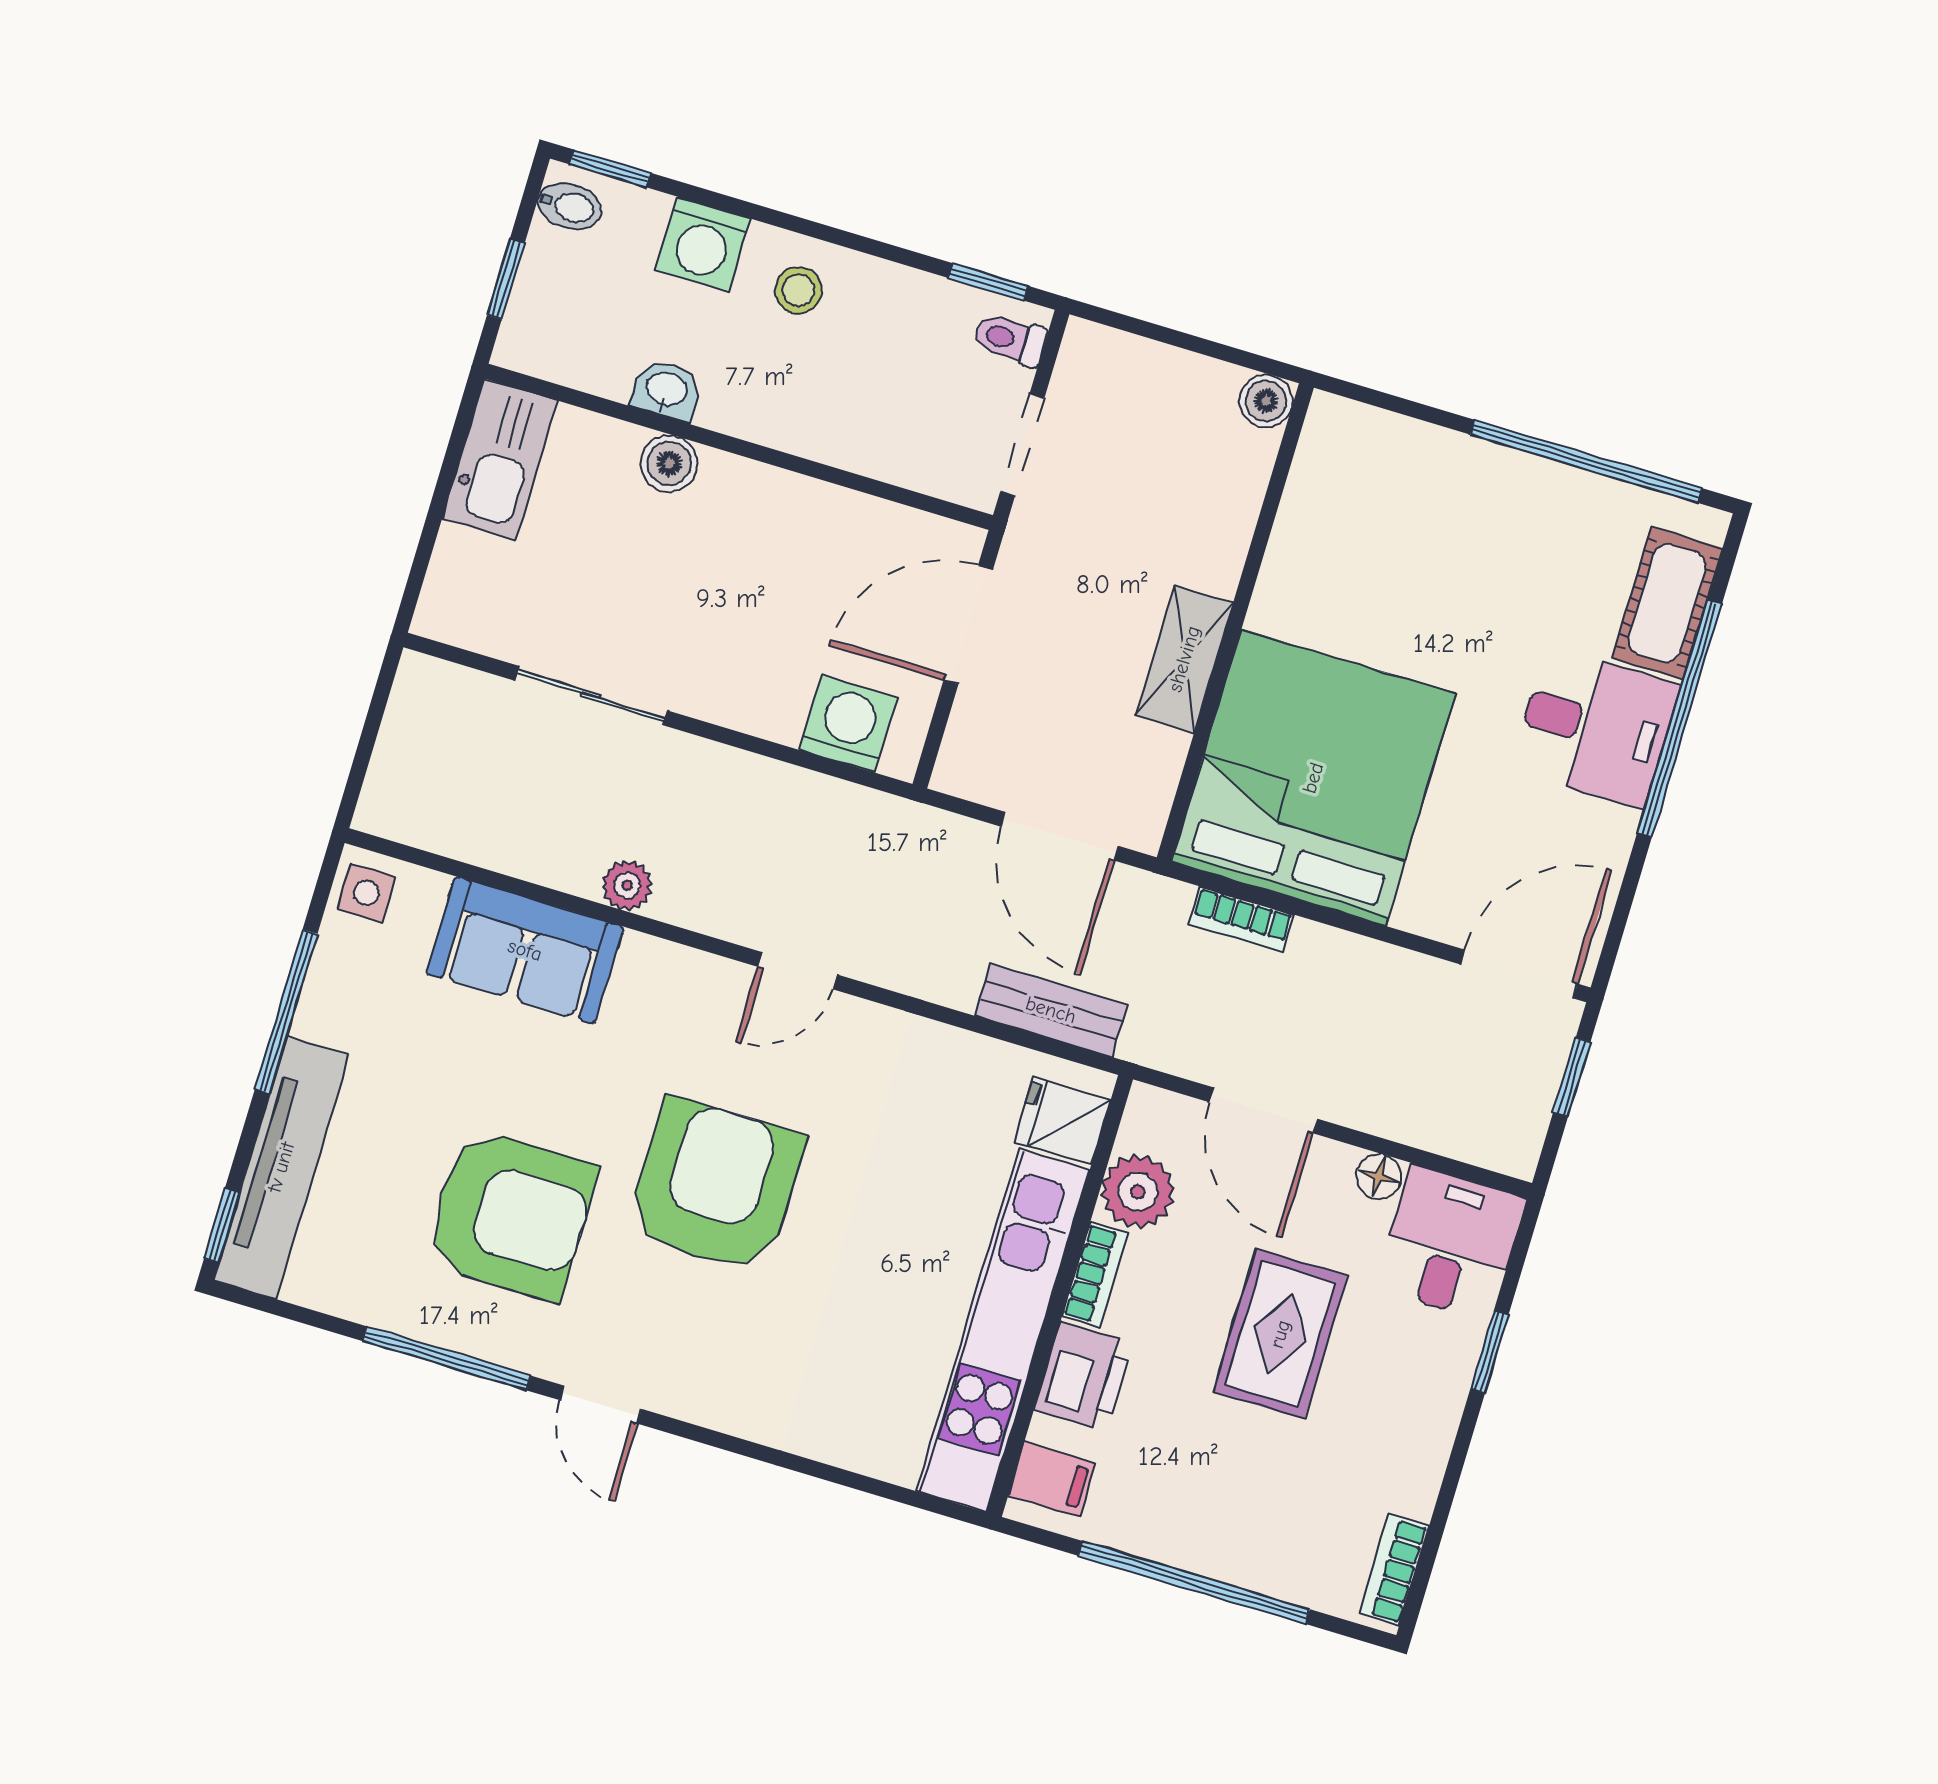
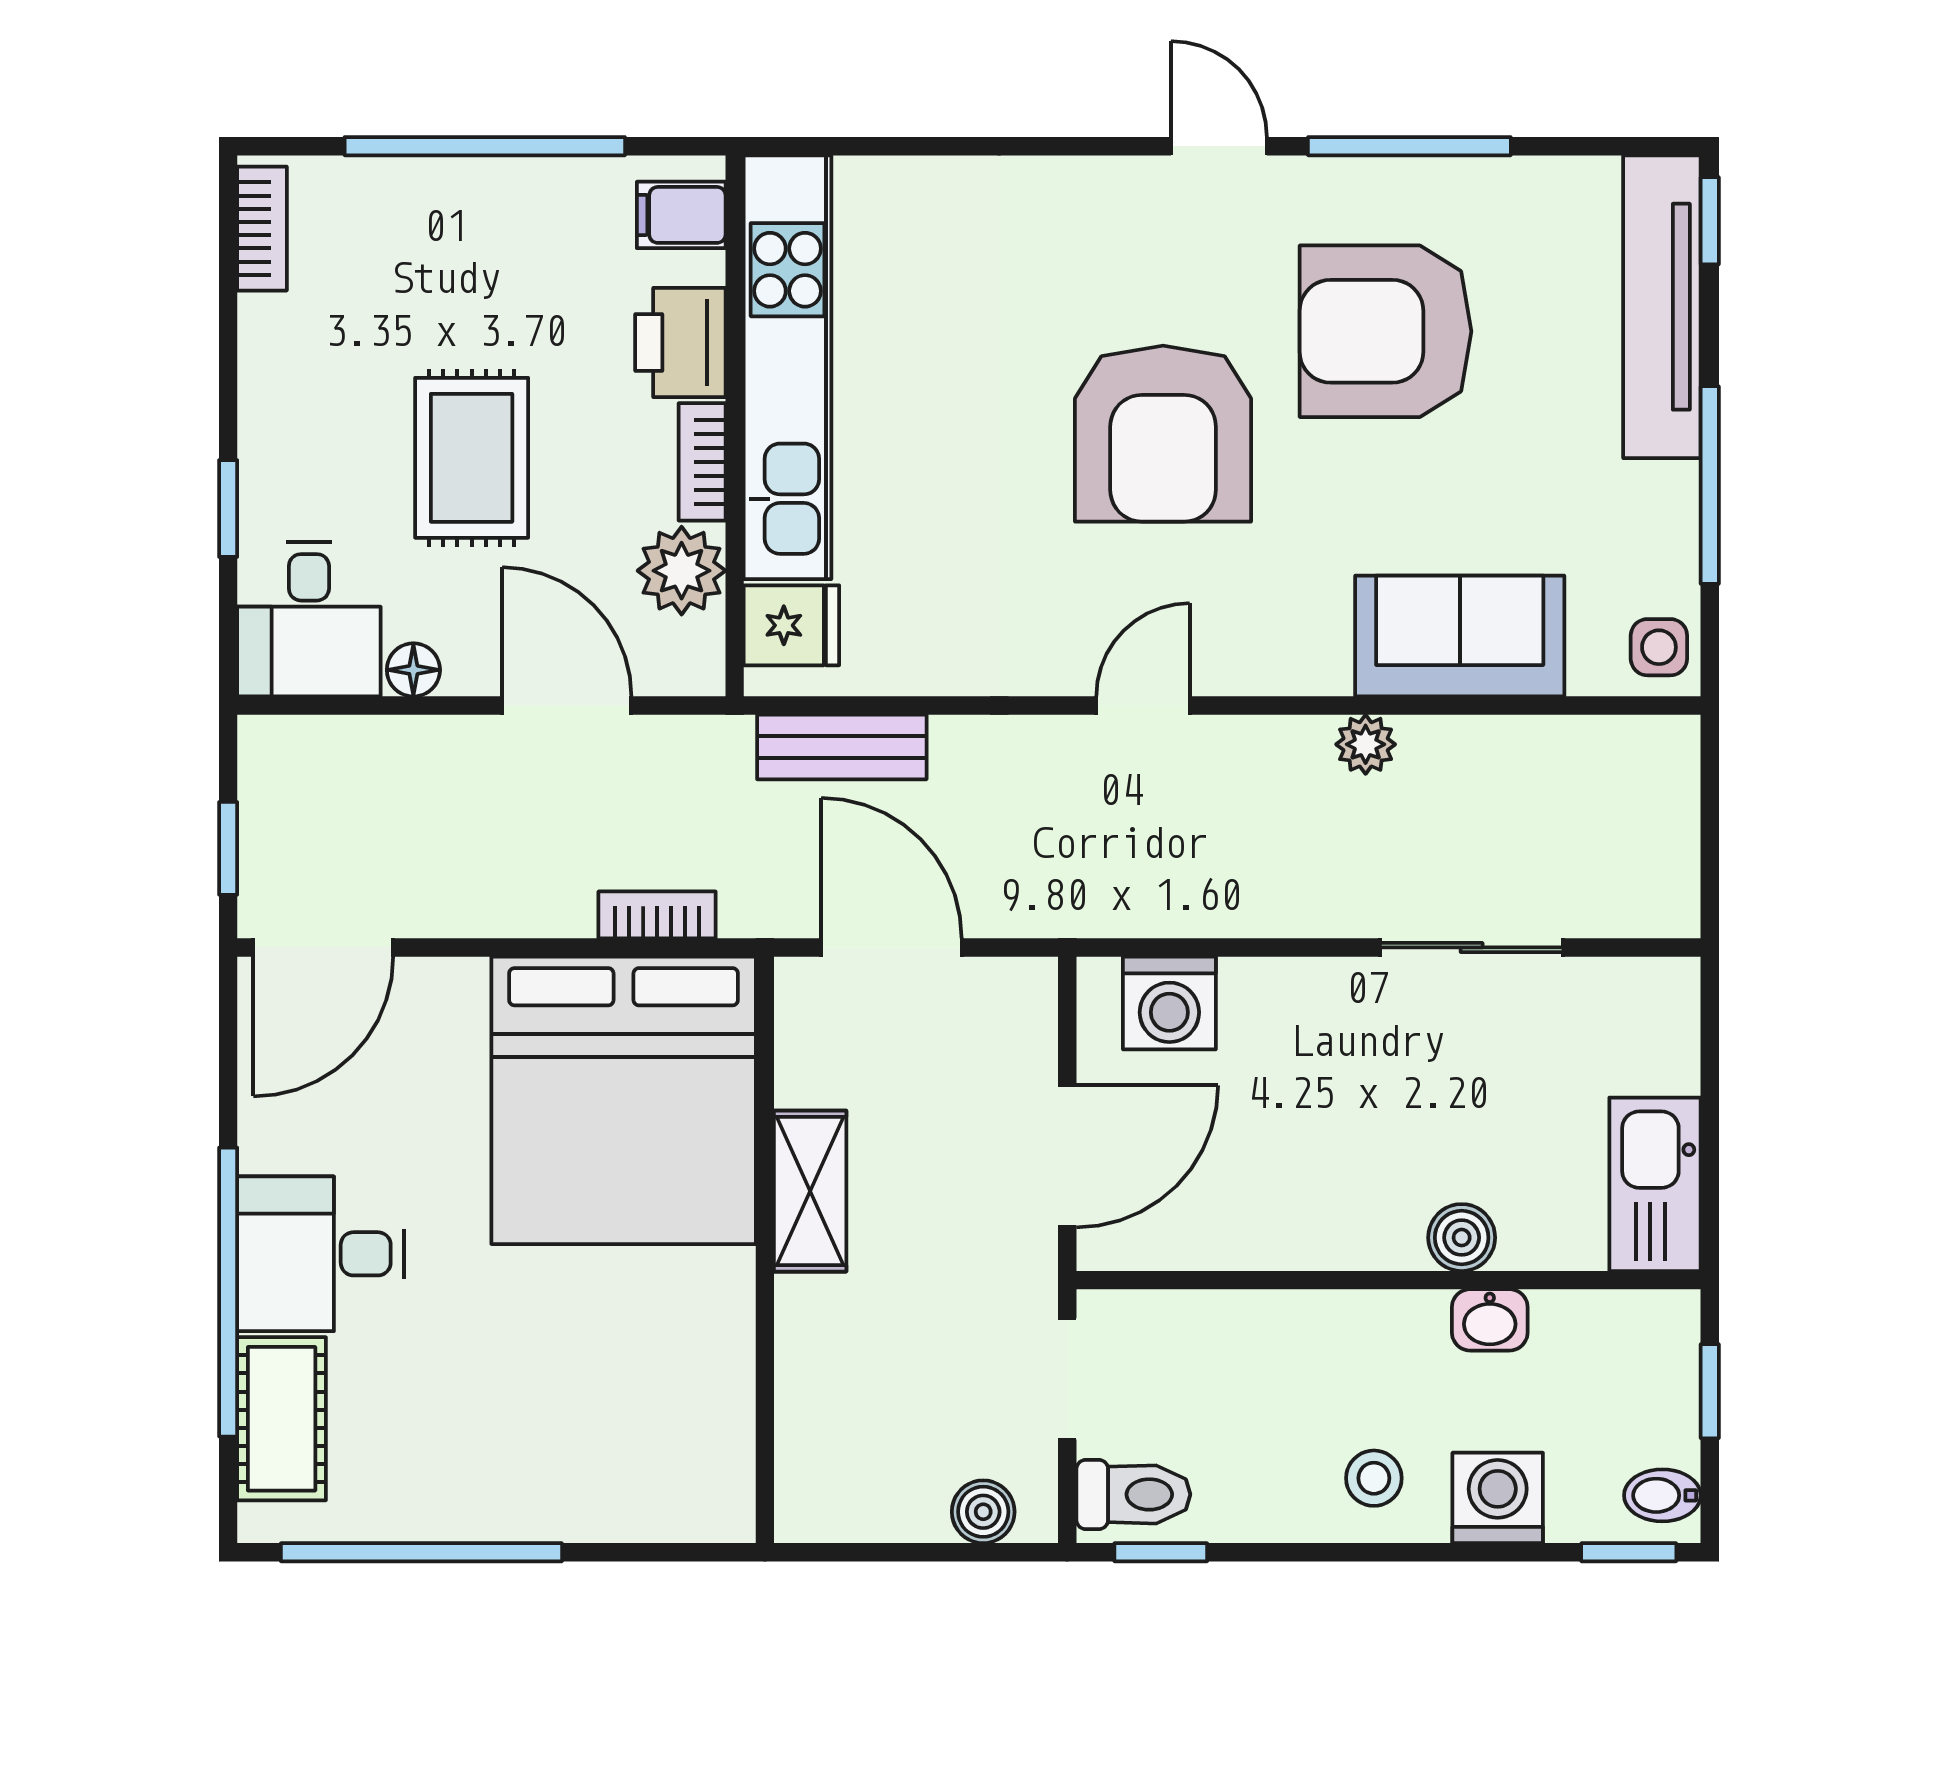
toilet: (1010, 339) -> (1133, 1494), width x1.37, depth x1.39
boiler: (1266, 401) -> (983, 1512), moved

